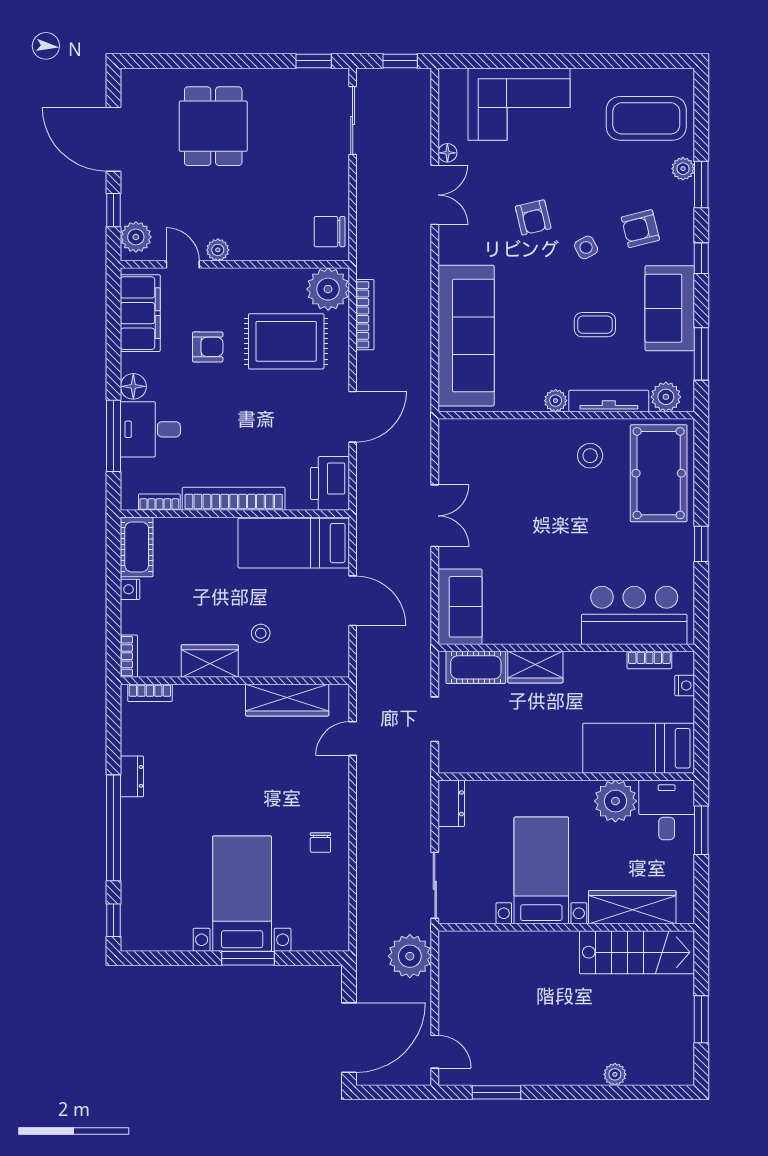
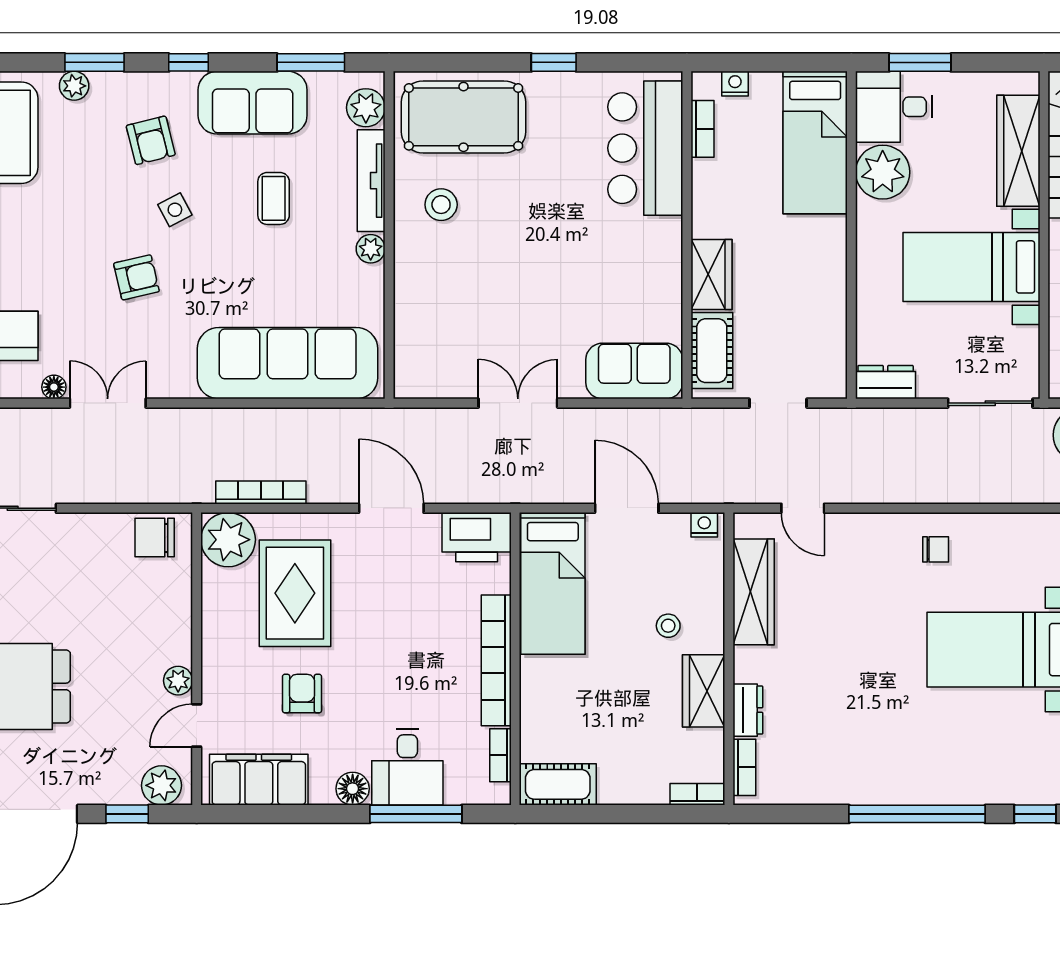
chair: (330, 232) -> (155, 538), turned 90
nightstand: (130, 589) -> (704, 525), moved, turned 180
door: (353, 601) -> (627, 508), hinge flipped
dresser: (132, 776) -> (748, 710), moved, turned 90

